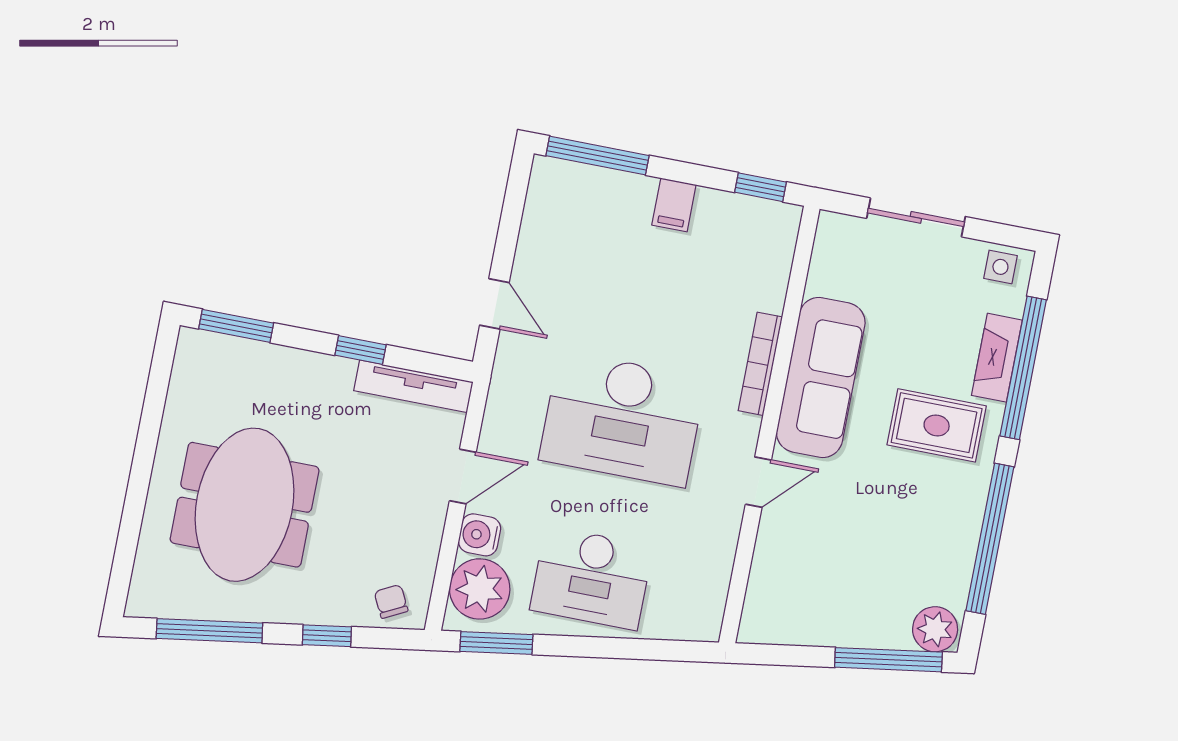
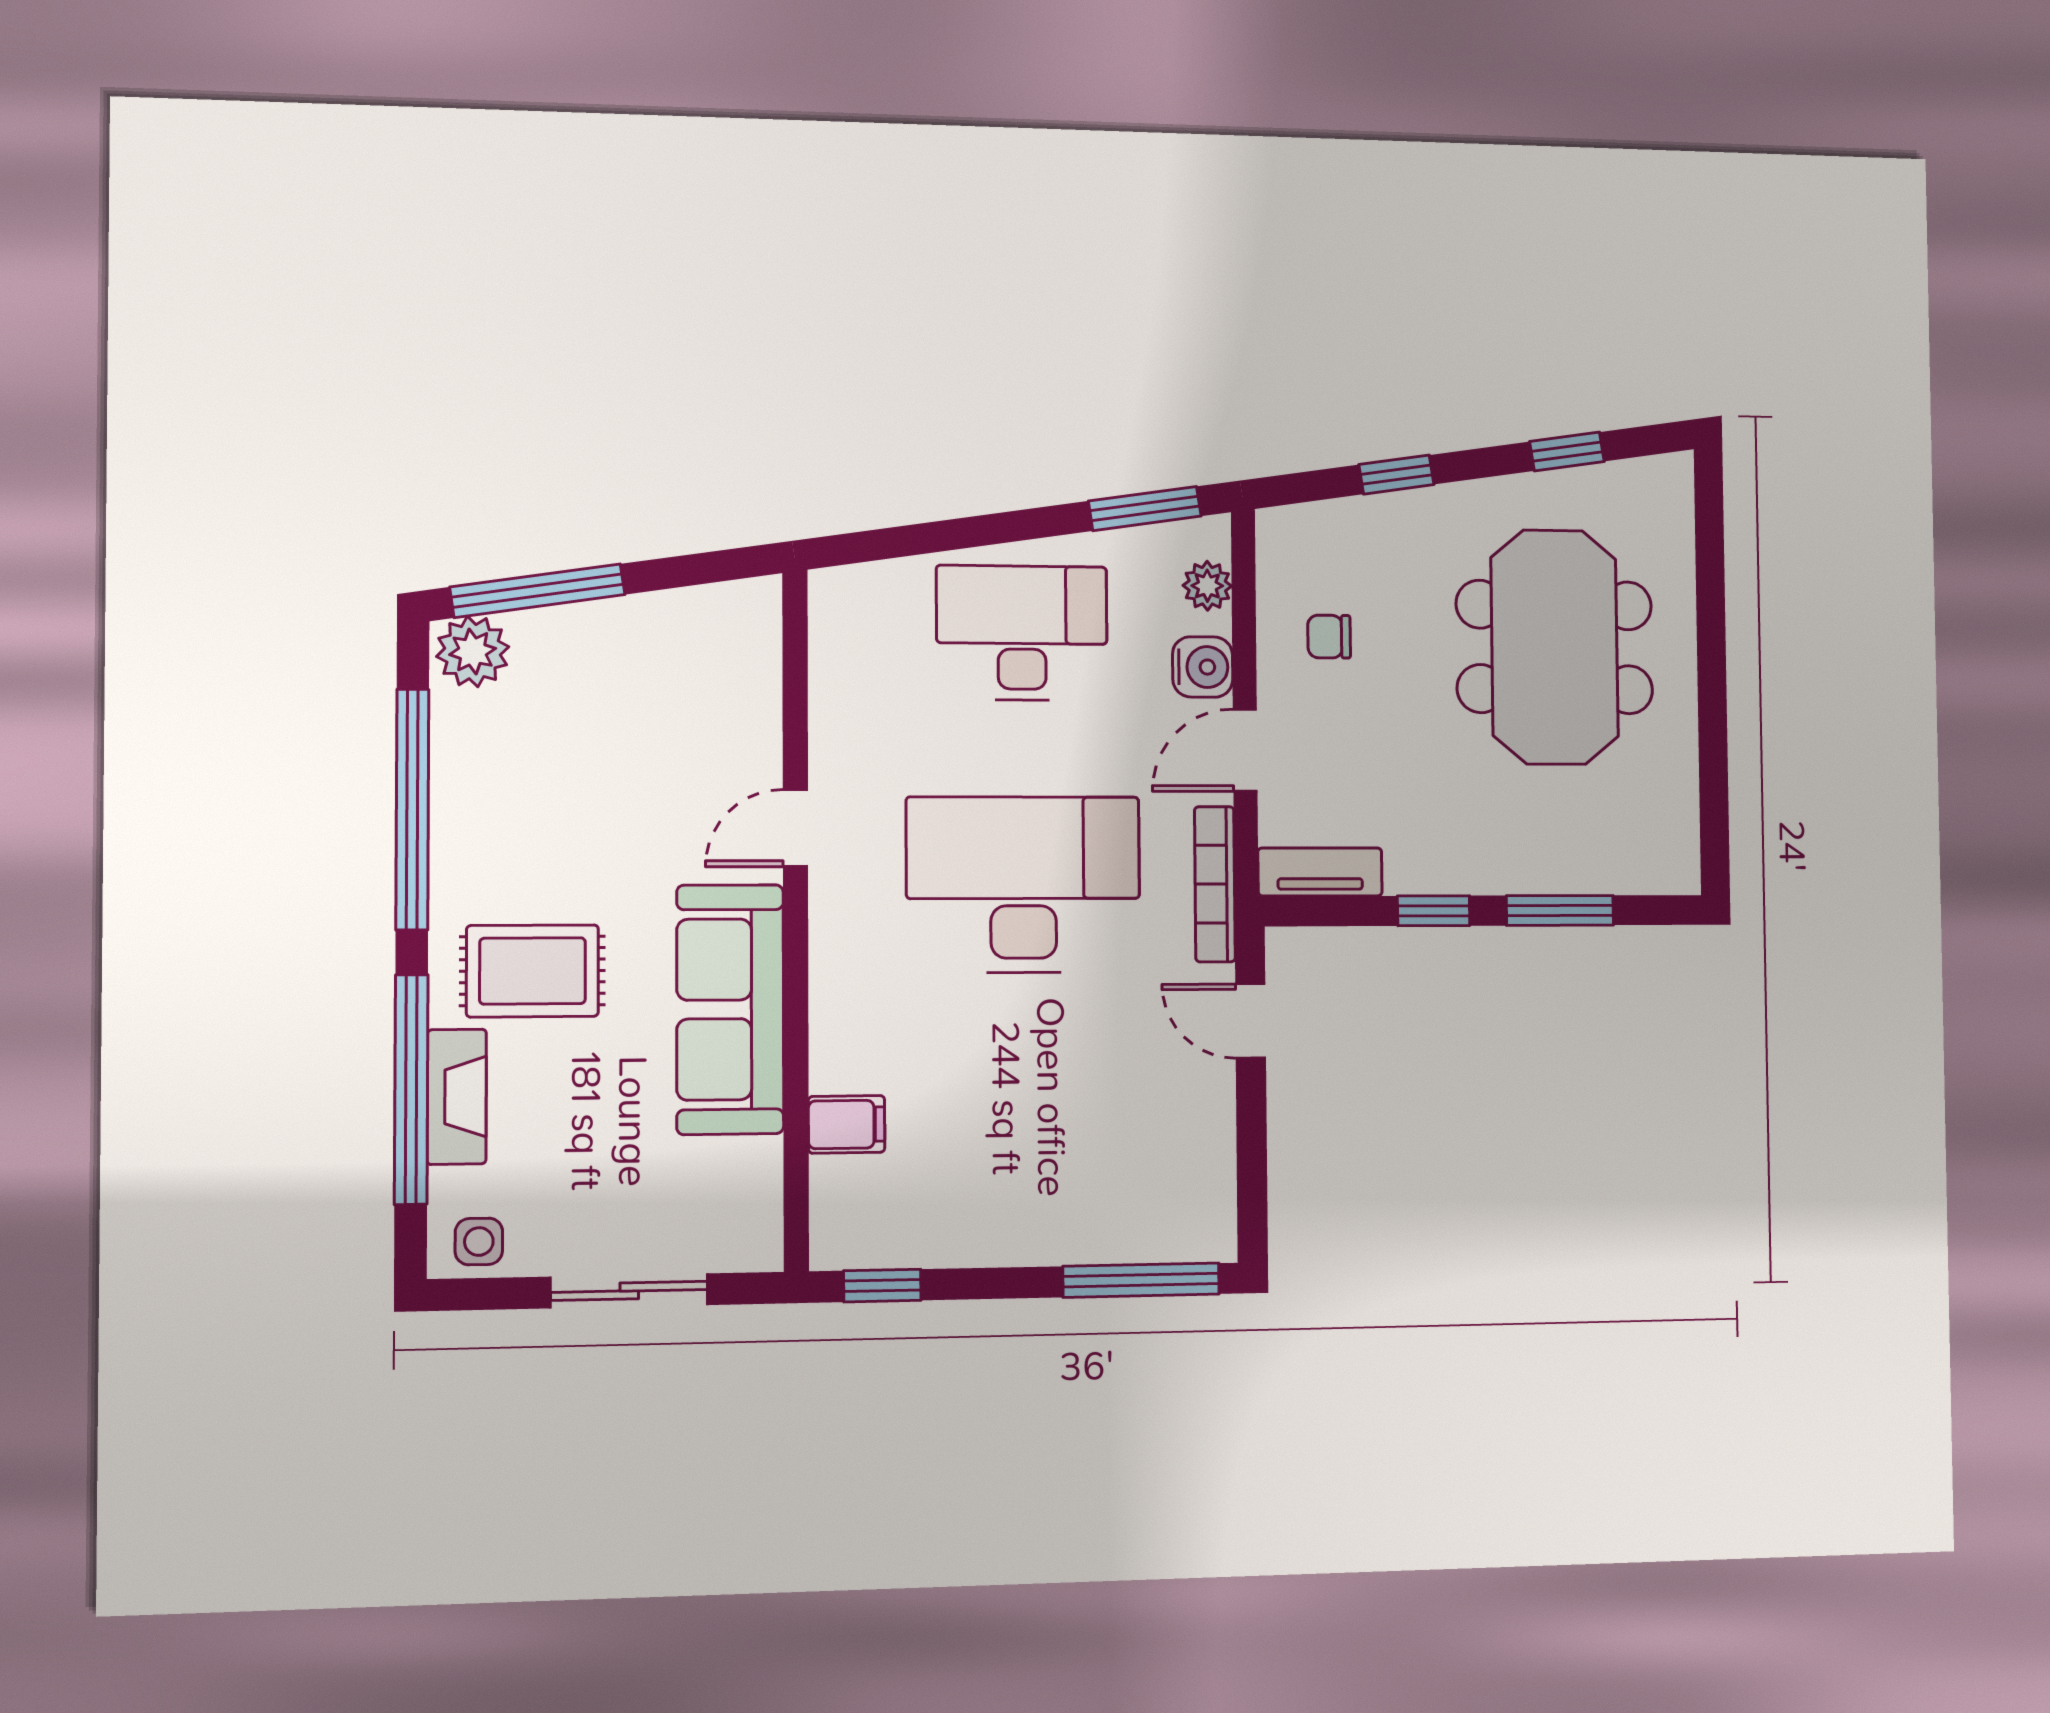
filing cabinet: (674, 205) -> (847, 1124), moved, turned 90
window: (236, 326) -> (1560, 910), moved
bookcase: (760, 364) -> (1215, 884), moved, turned 180
tv unit: (413, 386) -> (1320, 872), width x0.71
plant: (480, 589) -> (1207, 586), width x0.53, depth x0.53
chair: (391, 601) -> (1329, 637), moved, turned 117
window: (209, 631) -> (1567, 451), width x0.46

